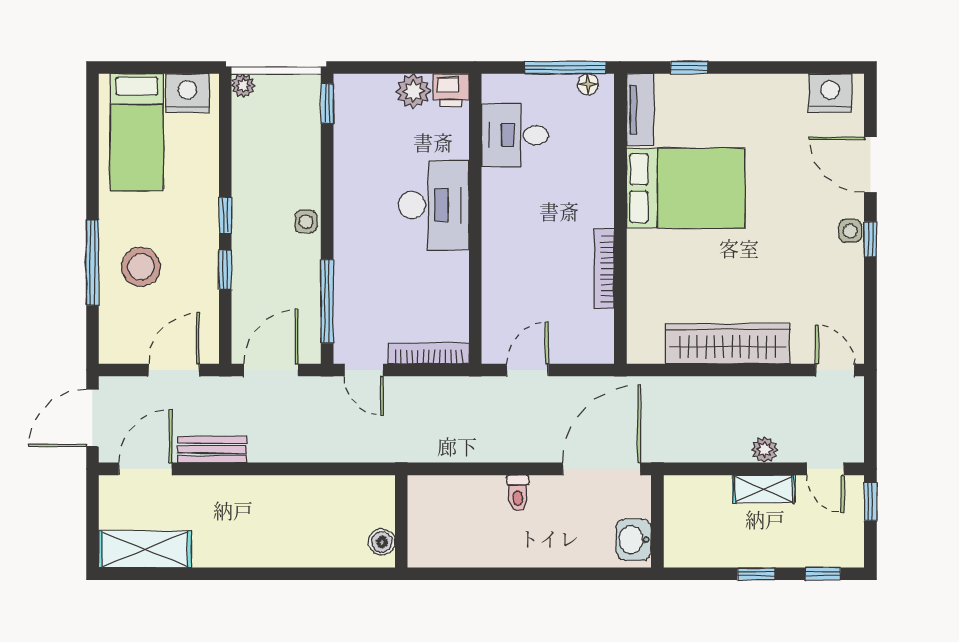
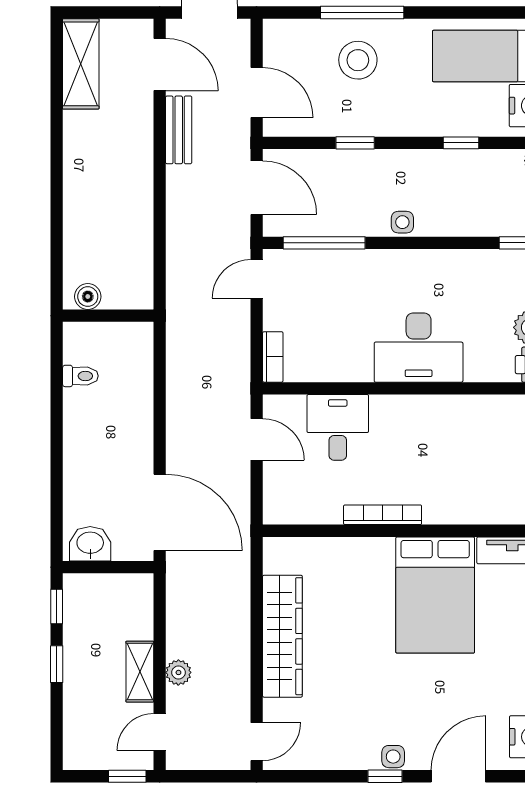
desk: (515, 135) -> (338, 427), moved
window: (225, 215) -> (461, 143), moved
bookcase: (604, 269) -> (383, 515), moved
bookcase: (429, 354) -> (273, 357), width x0.64
toilet: (518, 493) -> (80, 376), moved, turned 180
window: (823, 574) -> (57, 606), moved

